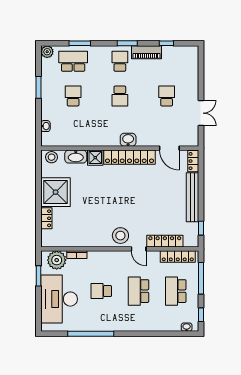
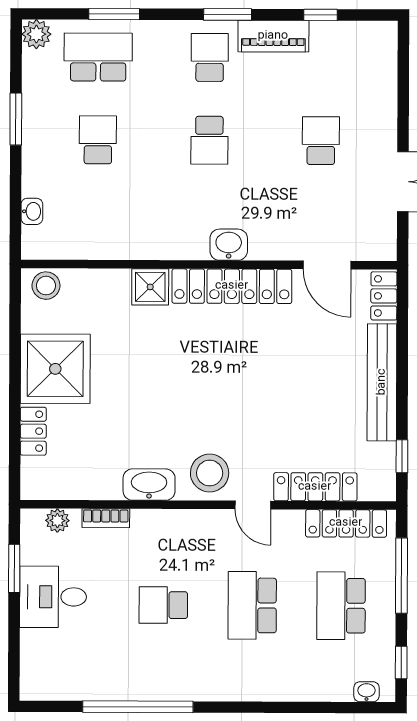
washbasin: (76, 157) -> (149, 485), moved, turned 180
plant: (57, 260) -> (57, 521), width x0.53, depth x0.53
desk: (59, 299) -> (53, 597), width x0.53, depth x0.77

